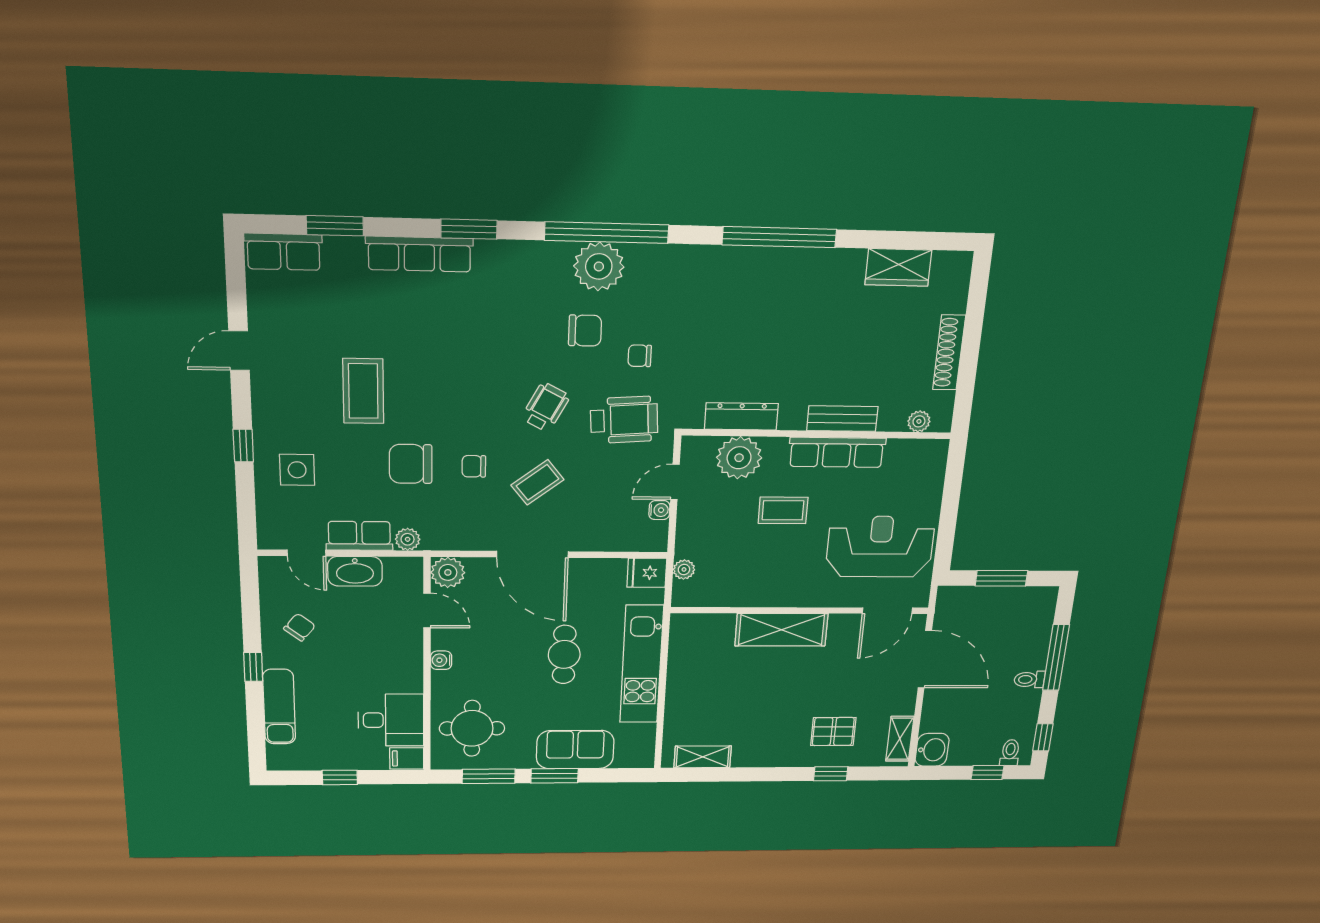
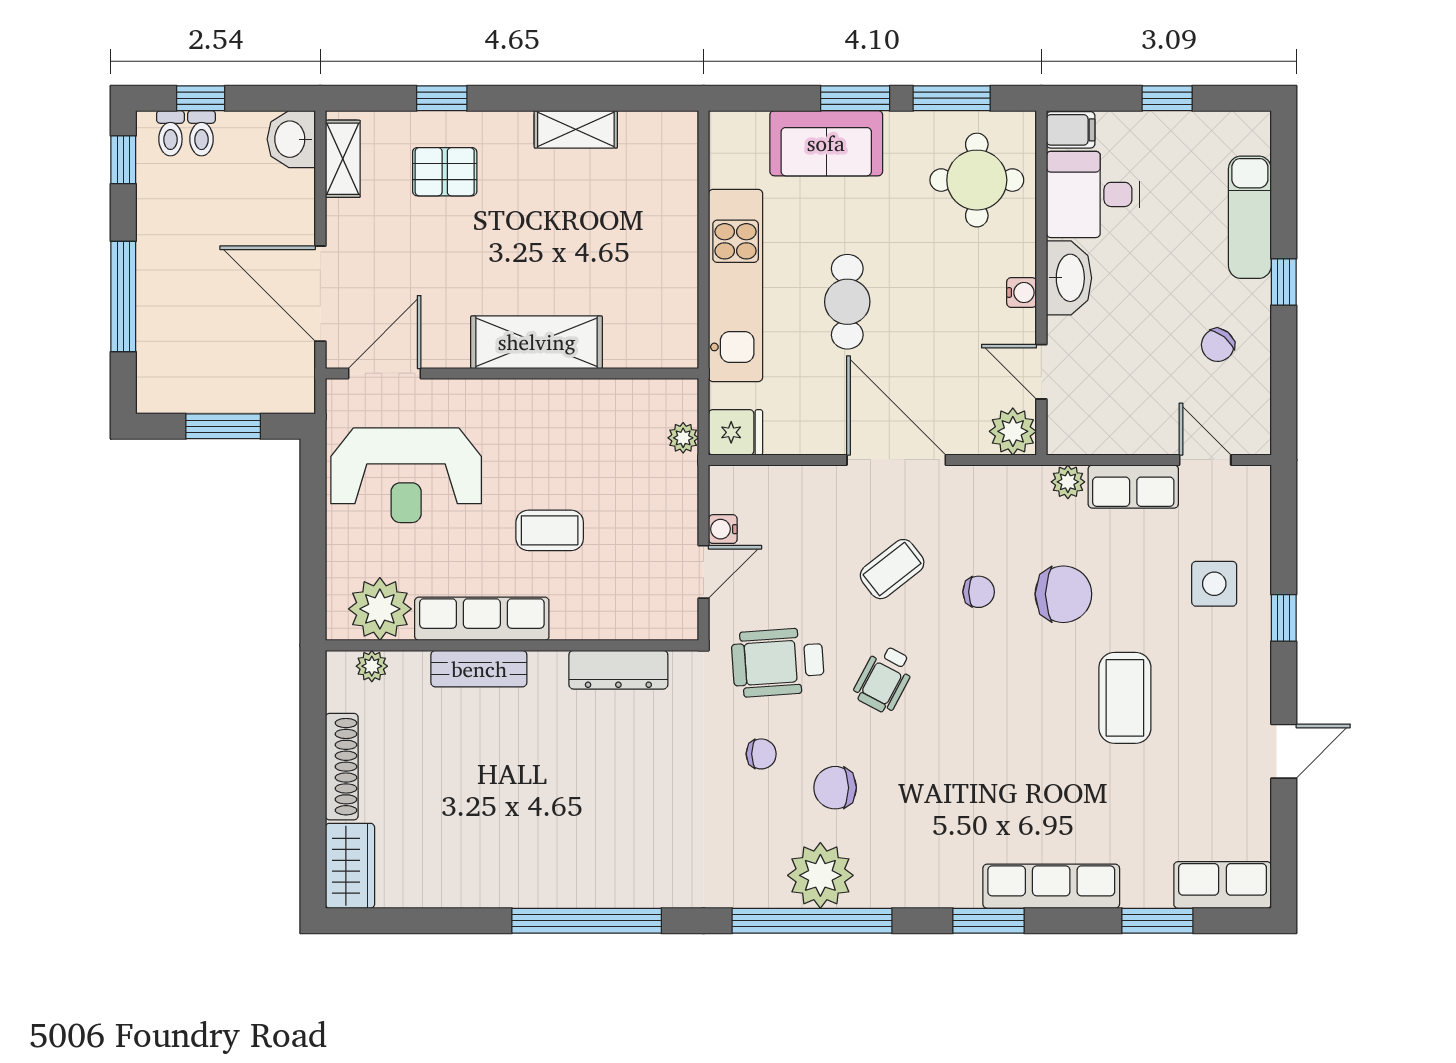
wardrobe: (898, 267) -> (350, 866), moved, turned 90
plant: (739, 458) -> (380, 609), moved
washbasin: (355, 571) -> (1069, 278), moved, turned 90
toilet: (1029, 679) -> (202, 133), moved, turned 90
shelving: (703, 757) -> (576, 129), moved

